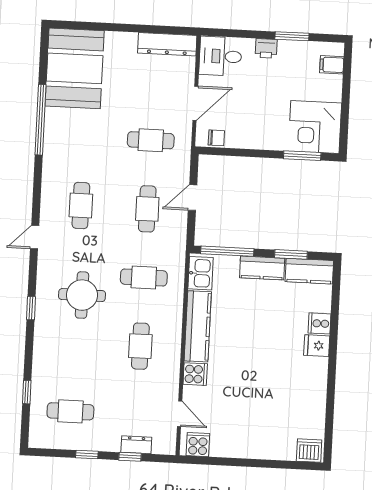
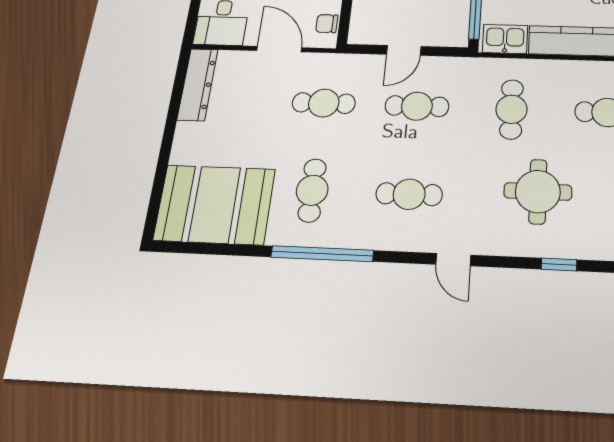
window: (41, 120) -> (322, 254), moved
cafe table: (84, 137) -> (312, 190), added
chair: (216, 138) -> (327, 24), turned -90
cafe table: (151, 140) -> (324, 103), turned 90
door: (193, 198) -> (404, 50), hinge flipped

